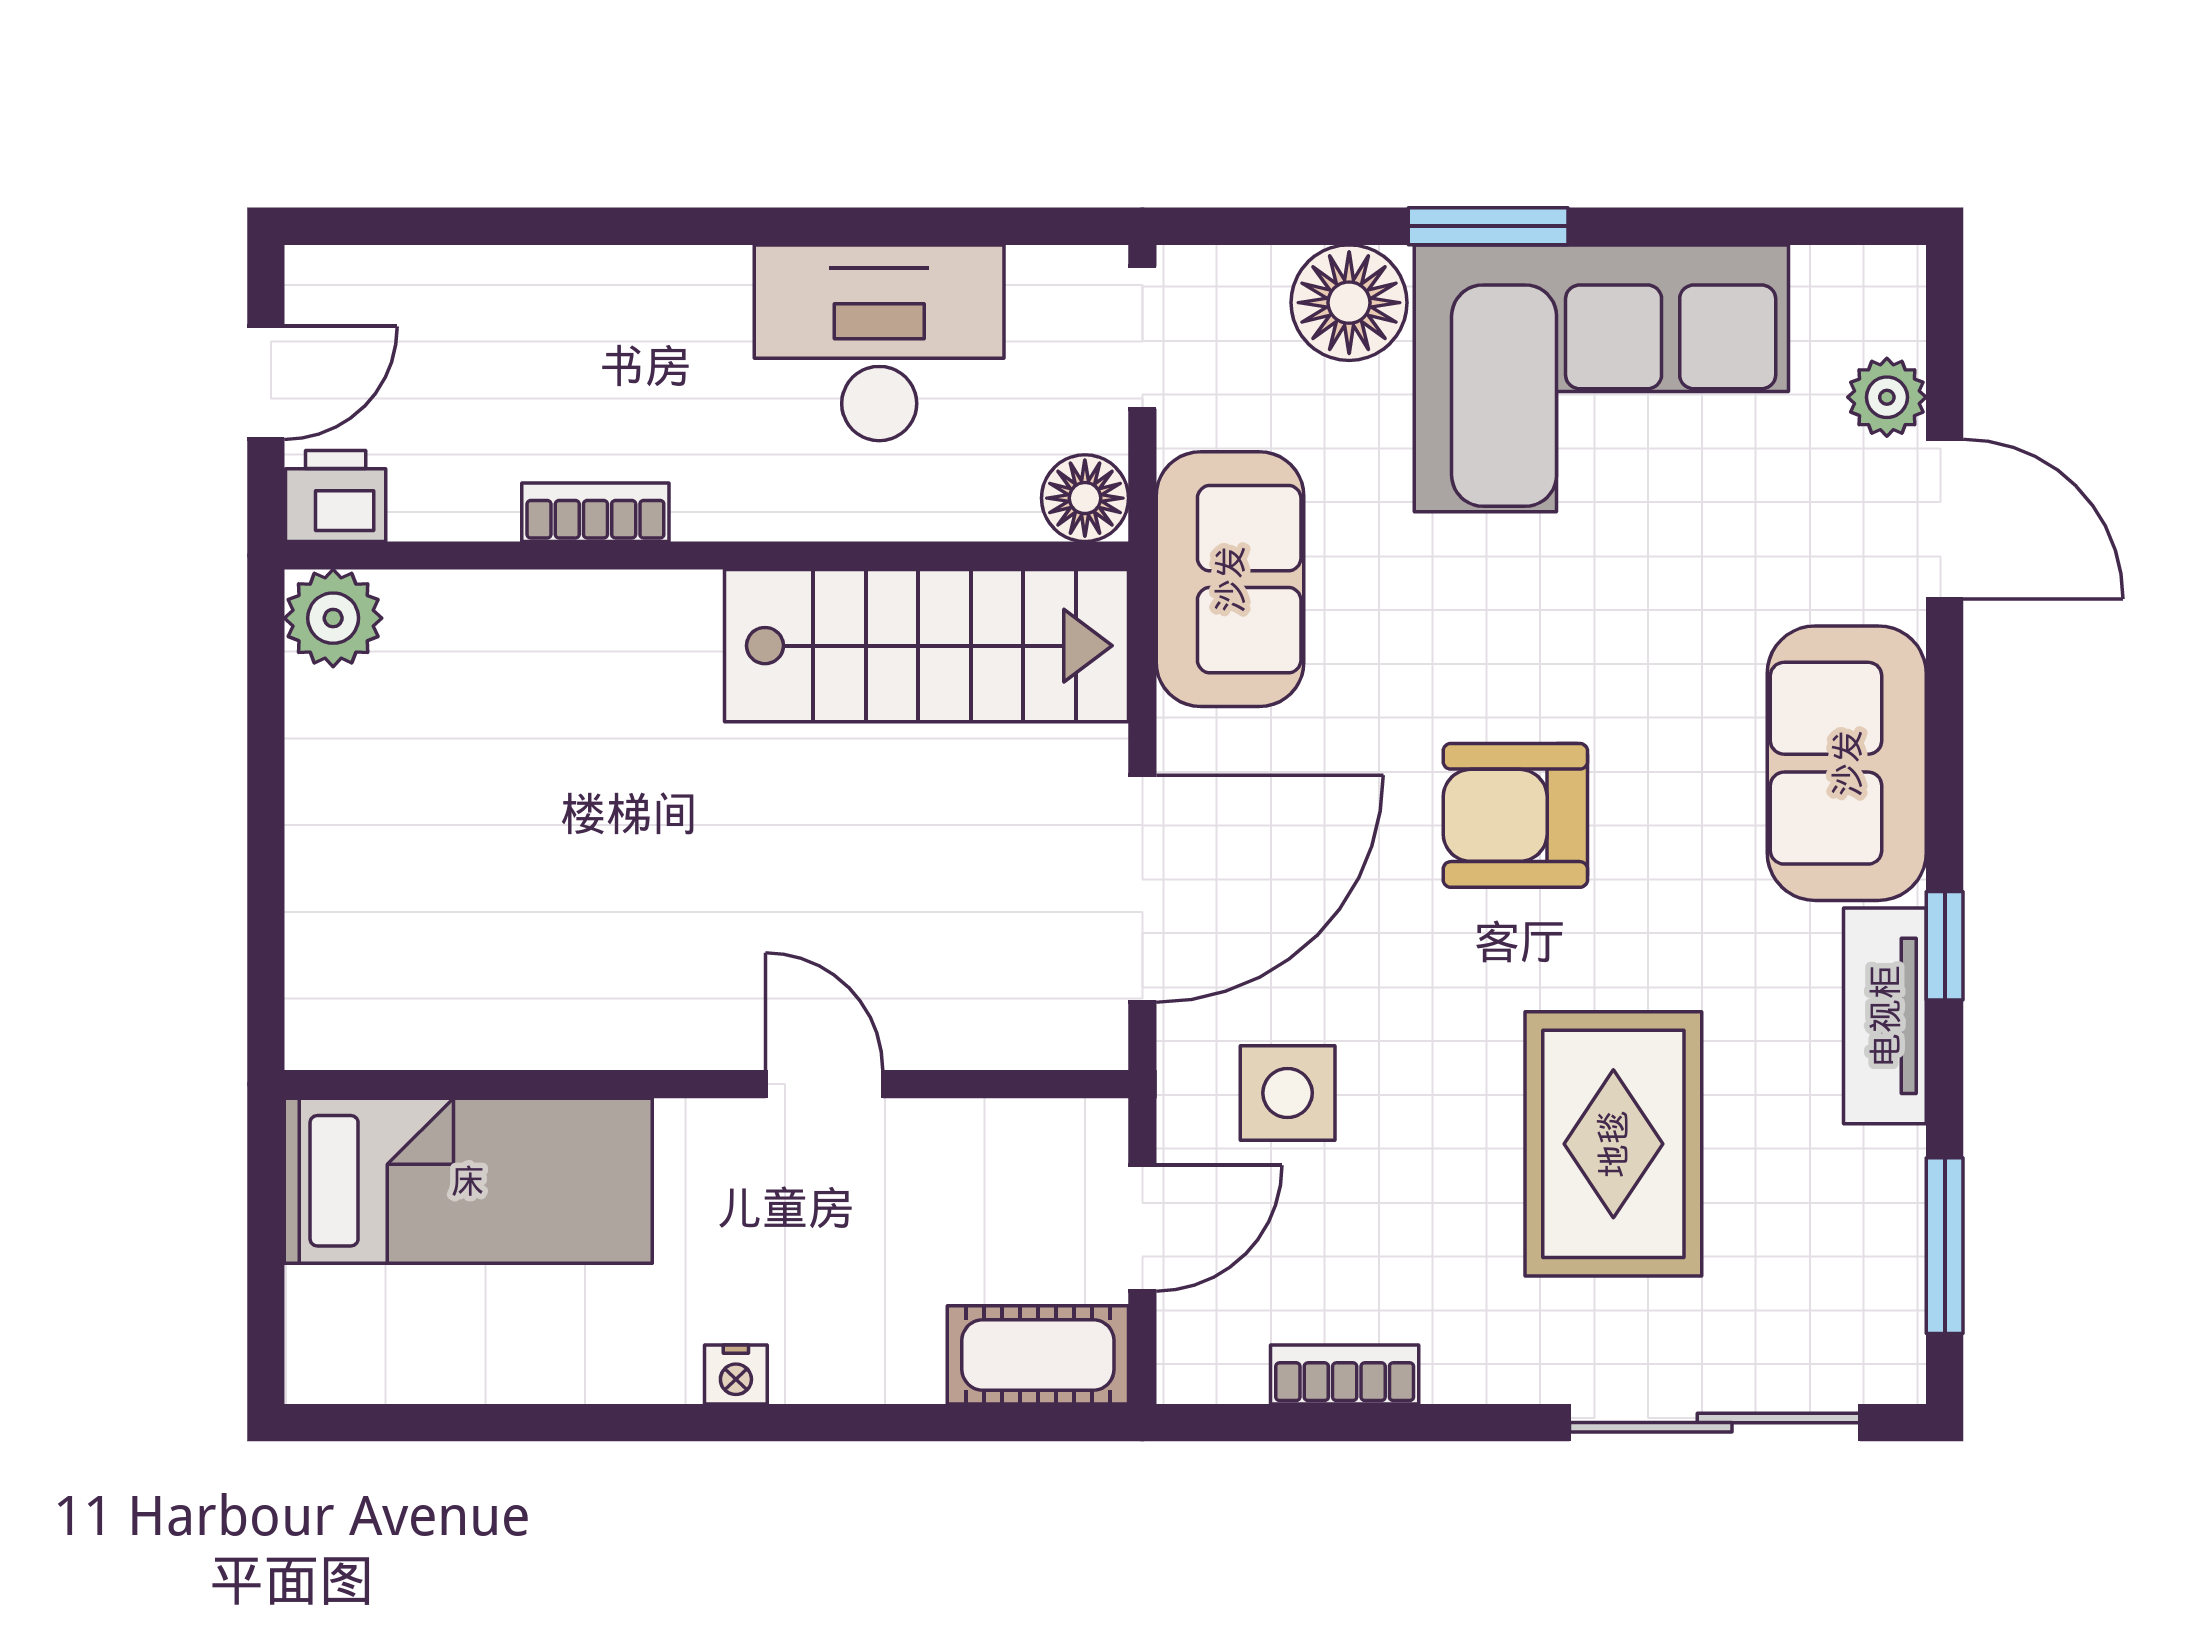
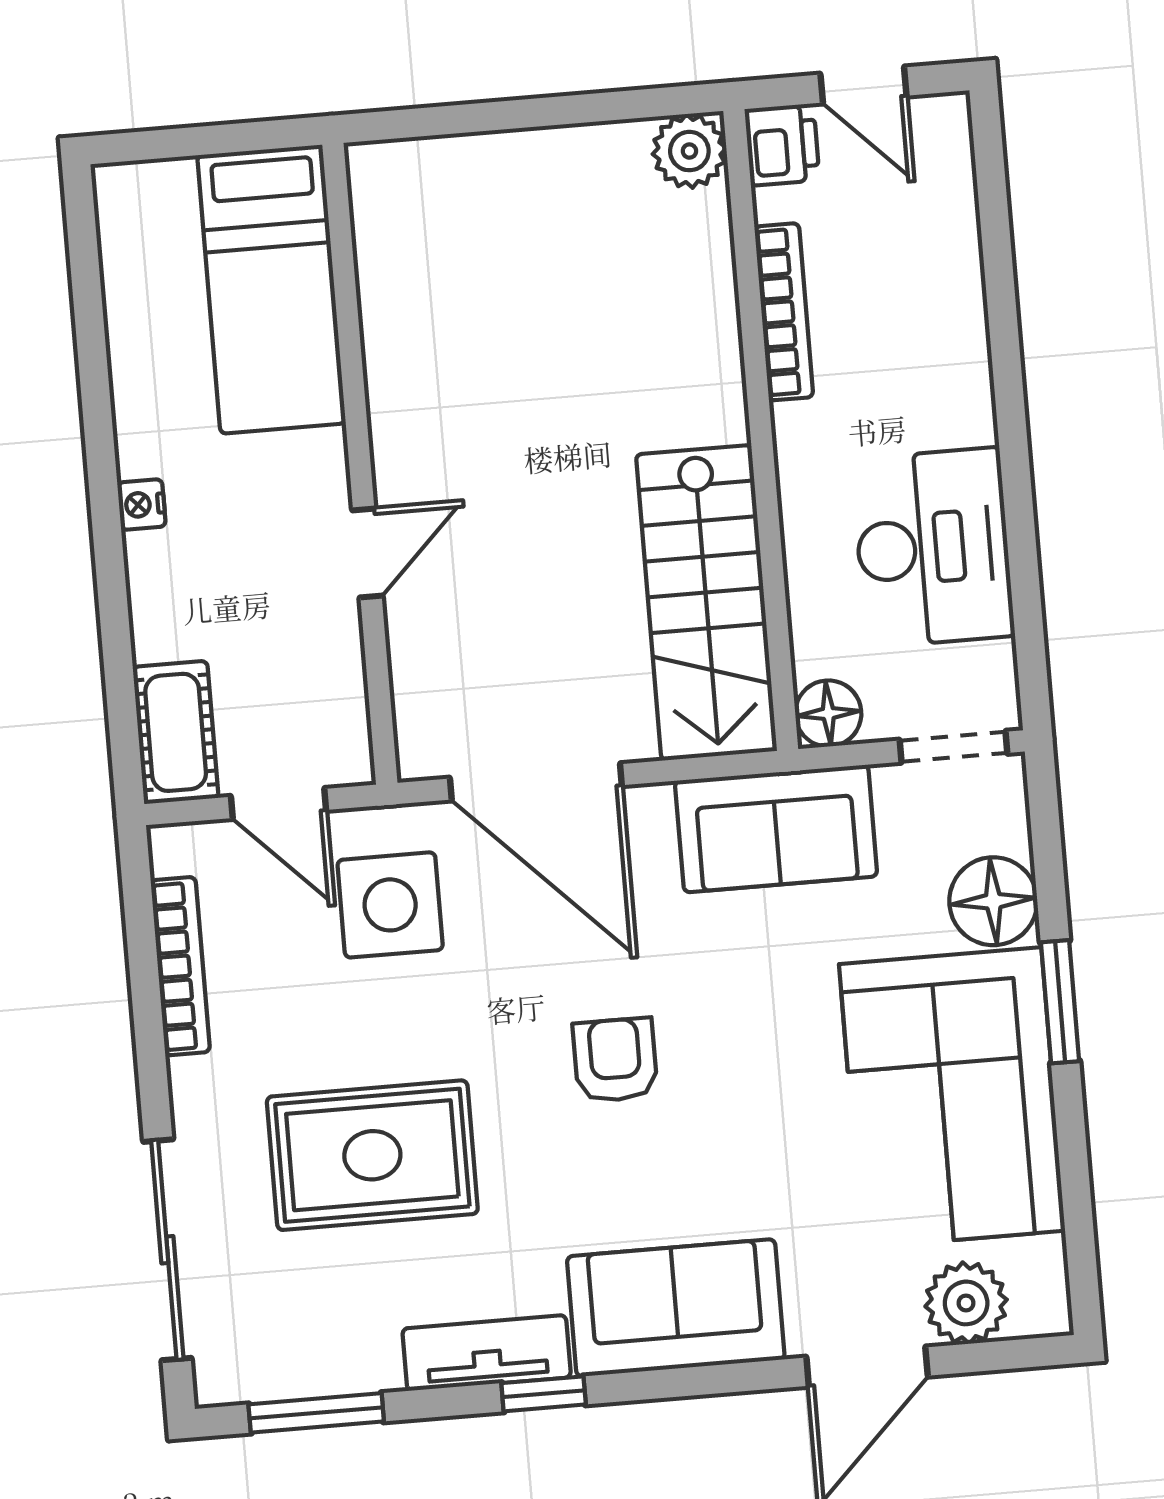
plant: (1887, 397) -> (966, 1303), width x1.38, depth x1.38
bookcase: (595, 512) -> (784, 312), width x1.56
armchair: (1515, 815) -> (615, 1060), width x0.72, depth x0.72
side table: (1288, 1093) -> (390, 905), width x1.37, depth x1.37
bookcase: (1345, 1375) -> (180, 966), width x1.56

